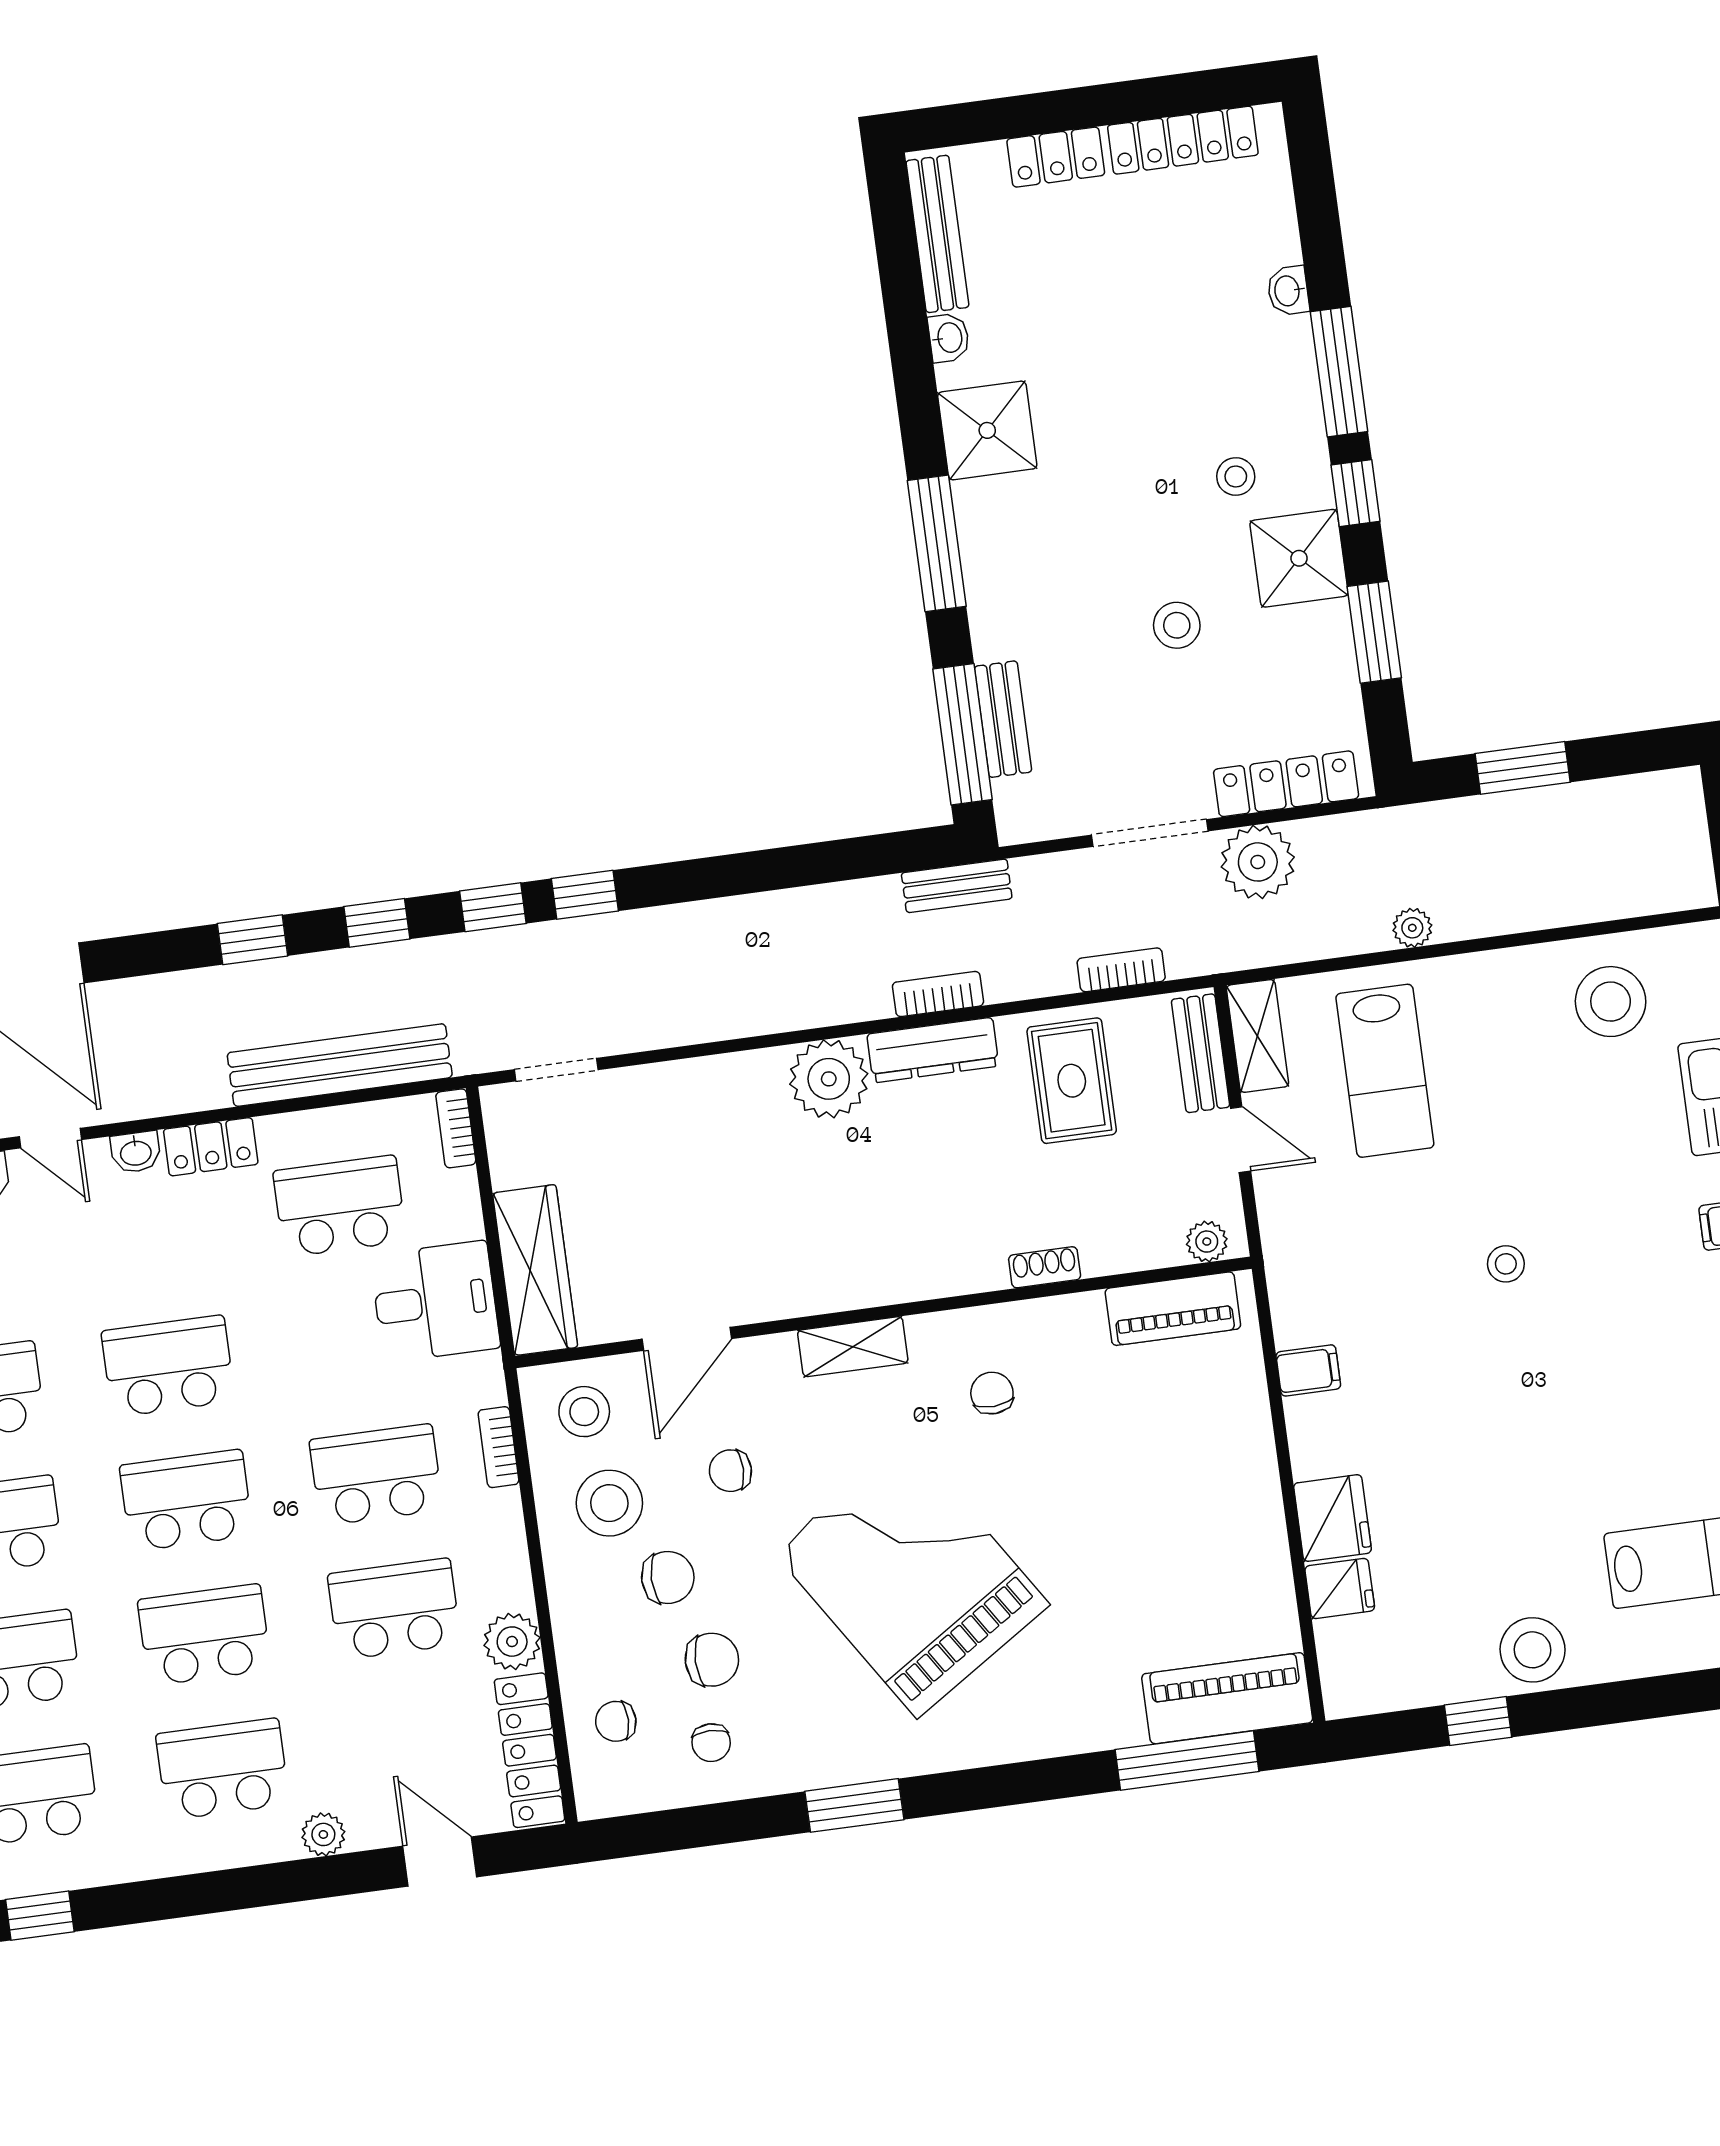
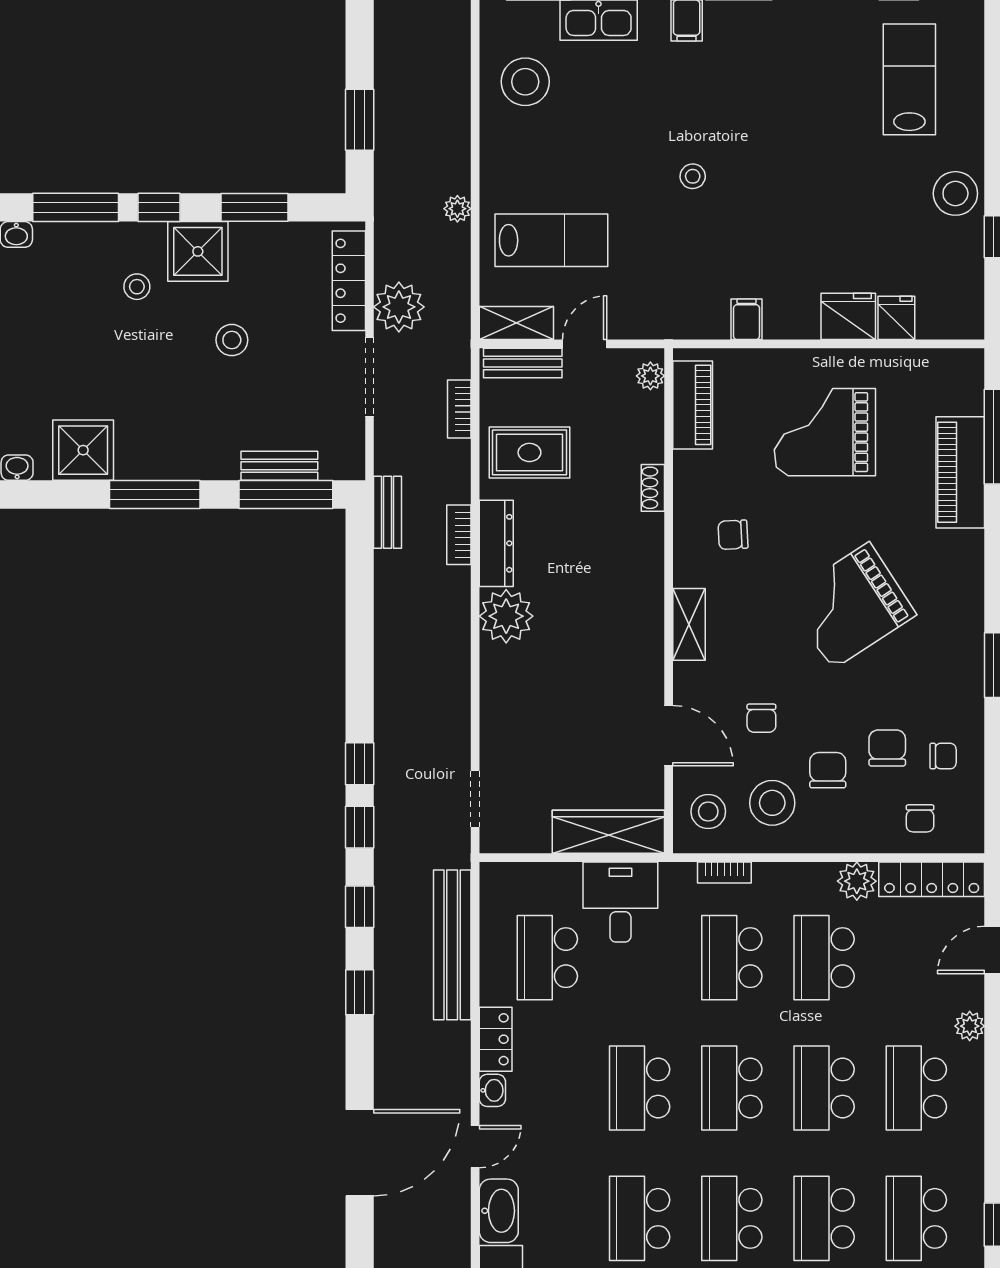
bookcase: (456, 1128) -> (505, 872), removed
grand piano: (1159, 1507) -> (825, 432), added
grand piano: (912, 1578) -> (851, 606), width x0.73, depth x0.68
piano: (1227, 1698) -> (960, 472), moved

